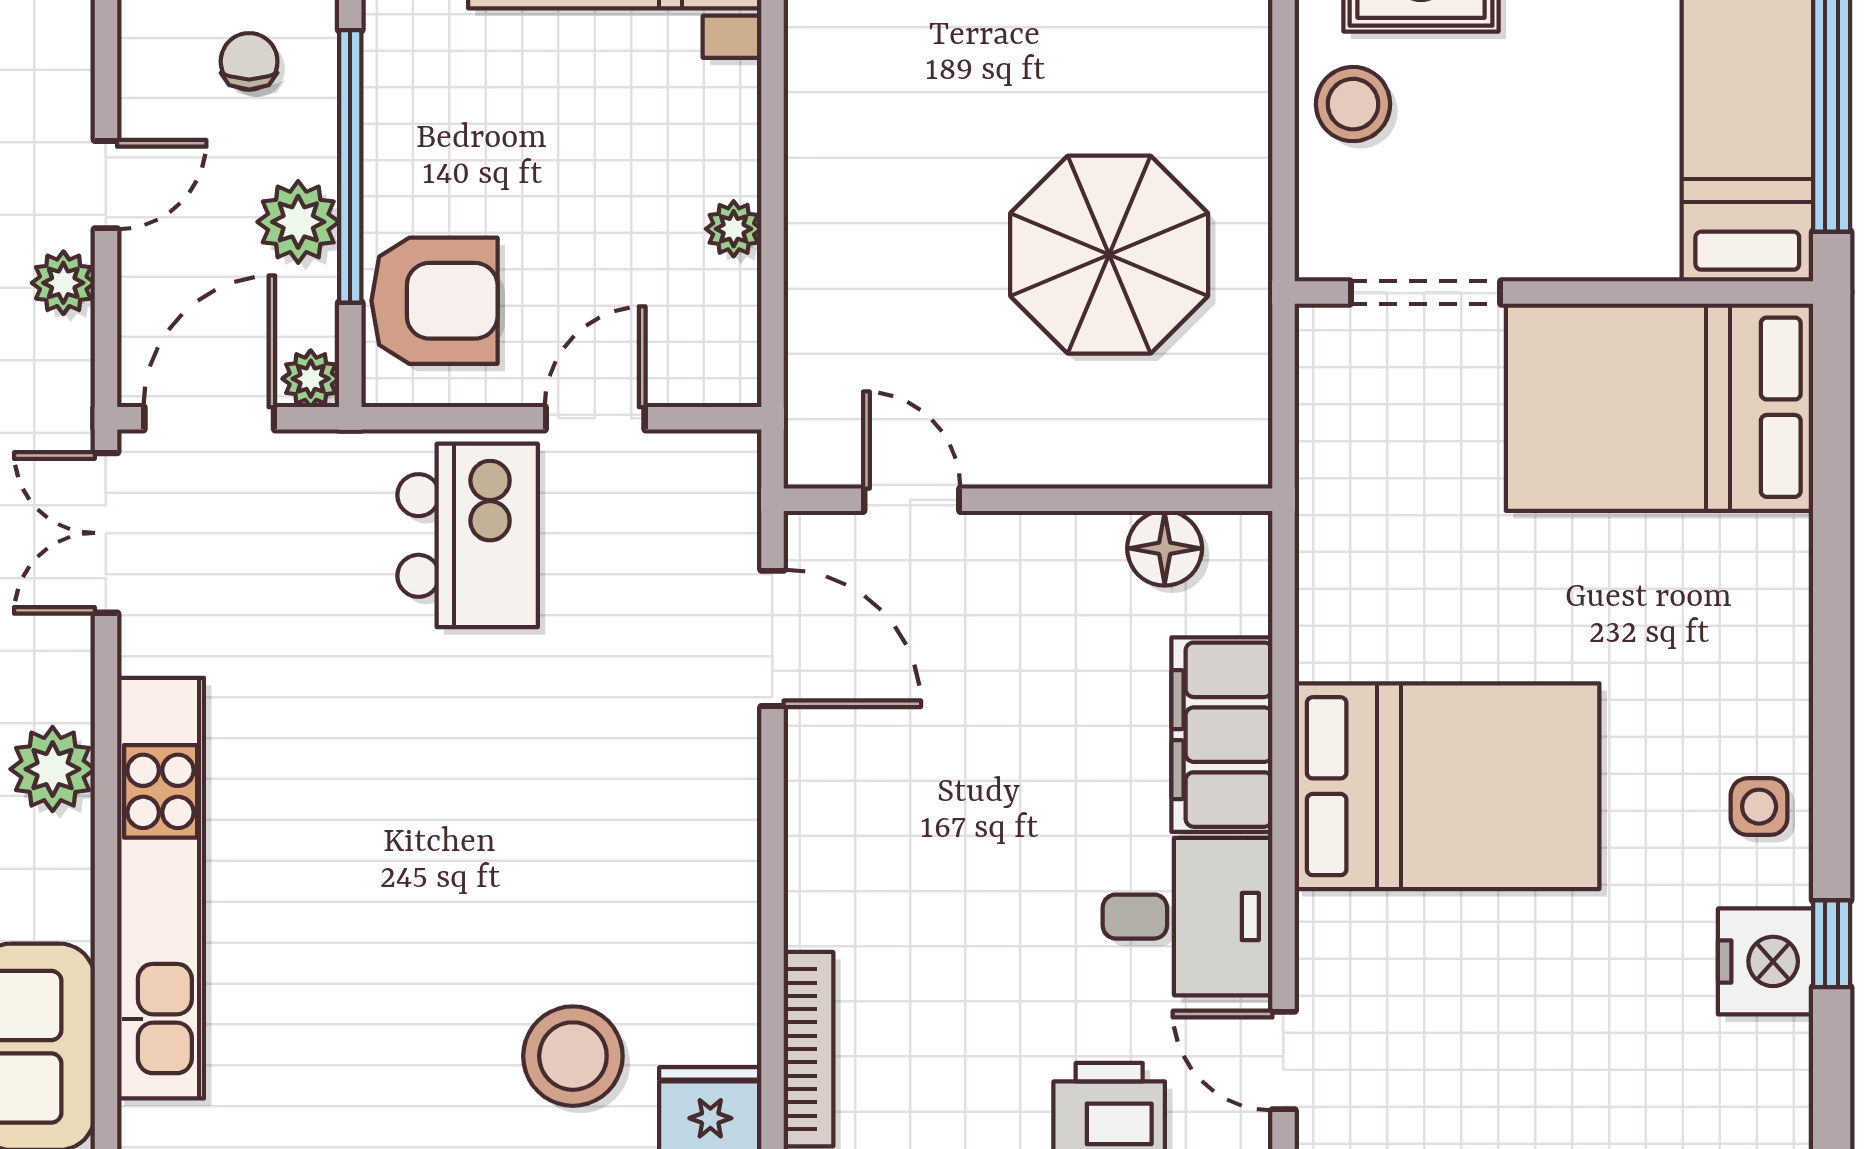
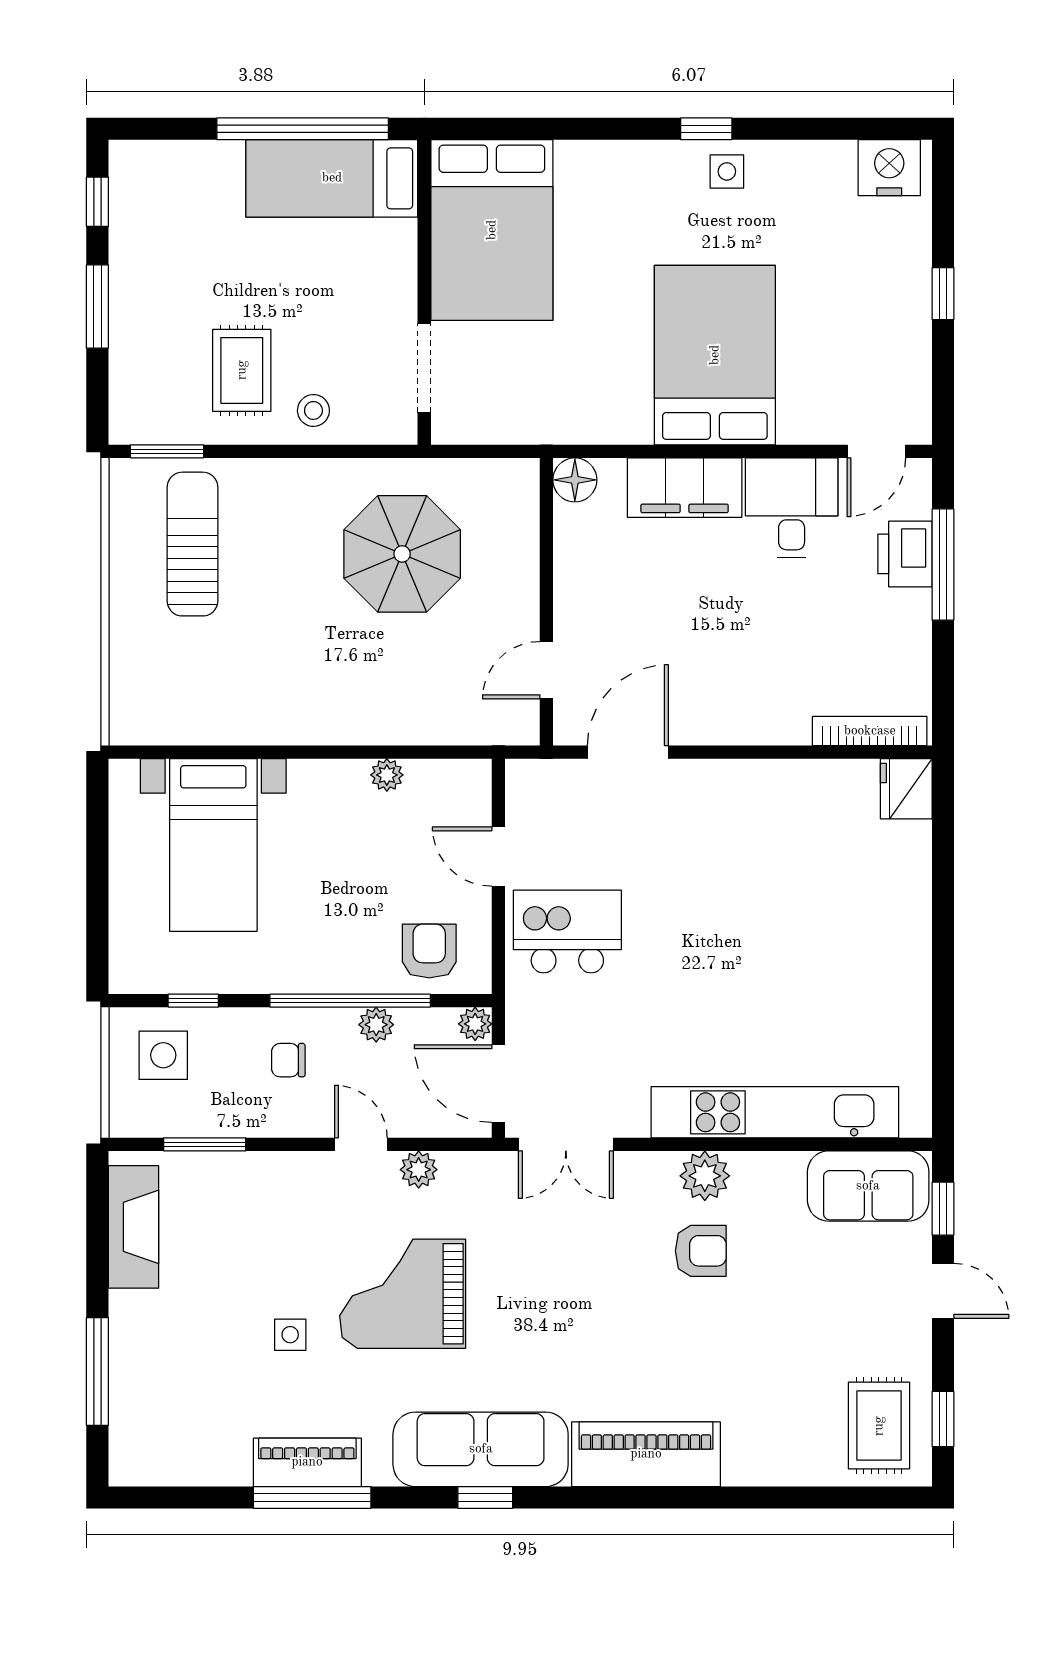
stool: (1353, 104) -> (313, 410), width x0.73, depth x0.73
plant: (298, 222) -> (376, 1025), width x0.73, depth x0.73
armchair: (435, 301) -> (429, 951), width x0.72, depth x0.72
floor lamp: (1165, 548) -> (575, 480), moved
window: (1832, 944) -> (706, 129), moved
nightstand: (1765, 961) -> (889, 168), moved
stool: (573, 1056) -> (874, 870), removed

